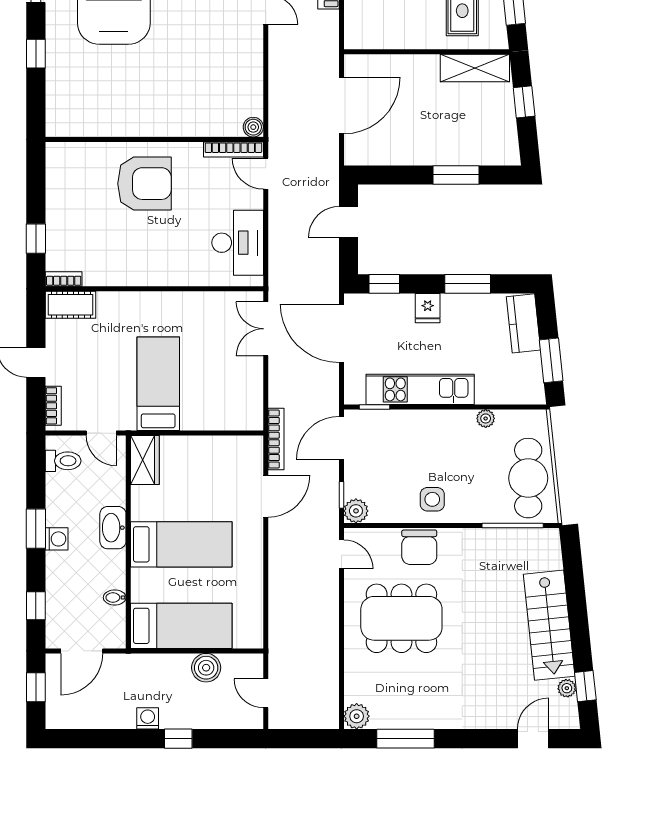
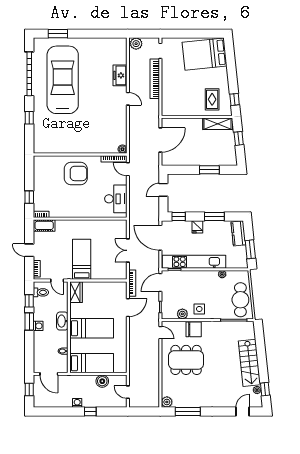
double door: (266, 329) -> (128, 250), moved
kitchen unit: (420, 389) -> (194, 262), width x1.36
plant: (356, 511) -> (182, 314), moved
chair: (419, 547) -> (194, 329), turned -90
window: (36, 606) -> (29, 301), moved
door: (82, 651) -> (49, 374), hinge flipped

